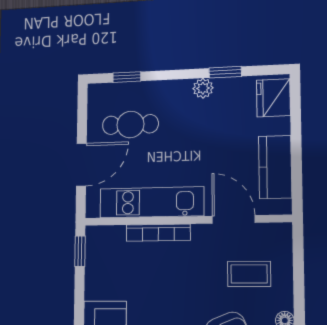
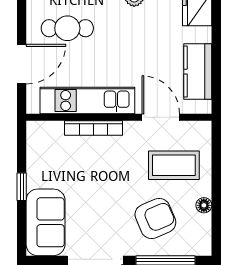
window: (80, 251) -> (22, 187), moved
coffee table: (249, 274) -> (174, 165), width x1.36, depth x1.30

